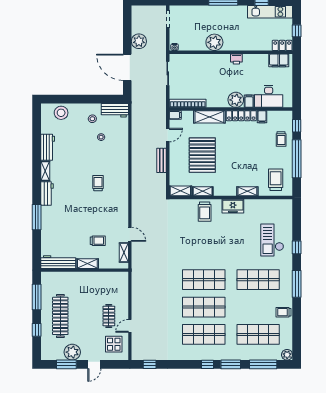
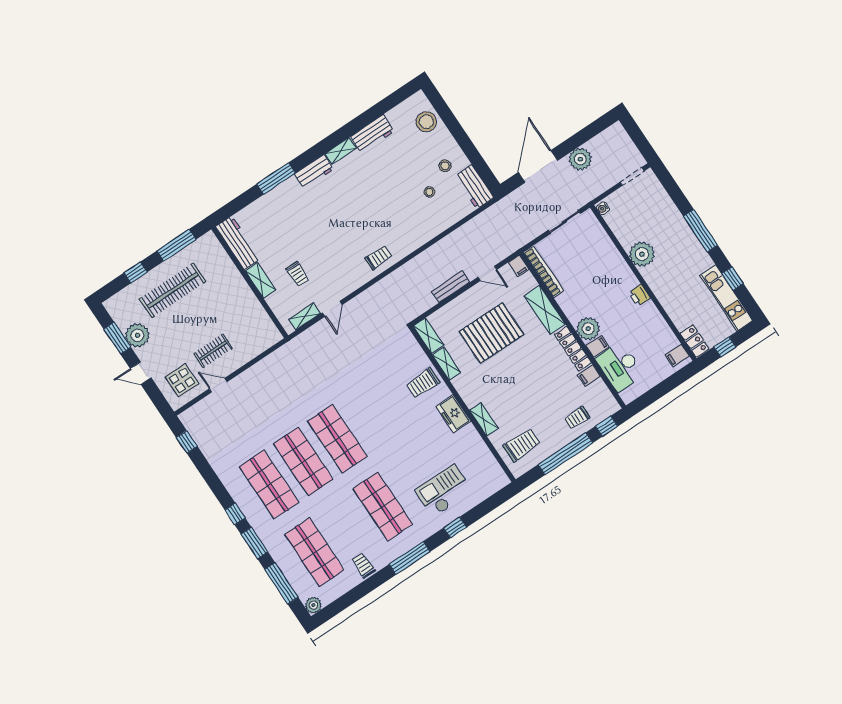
filing cabinet: (279, 60) -> (677, 356), width x0.50
trolley: (98, 183) -> (378, 258), moved

